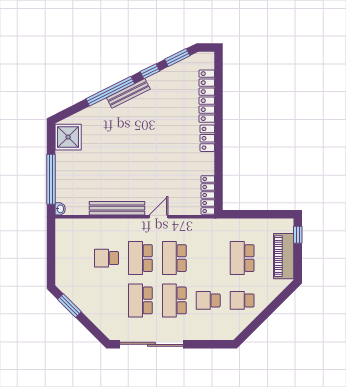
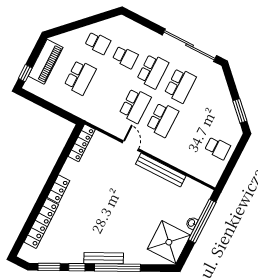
shower: (68, 137) -> (169, 242), width x1.37, depth x1.37
washbasin: (60, 209) -> (192, 223), moved
door: (159, 217) -> (131, 146), swing flipped
school desk: (107, 258) -> (217, 148), moved

